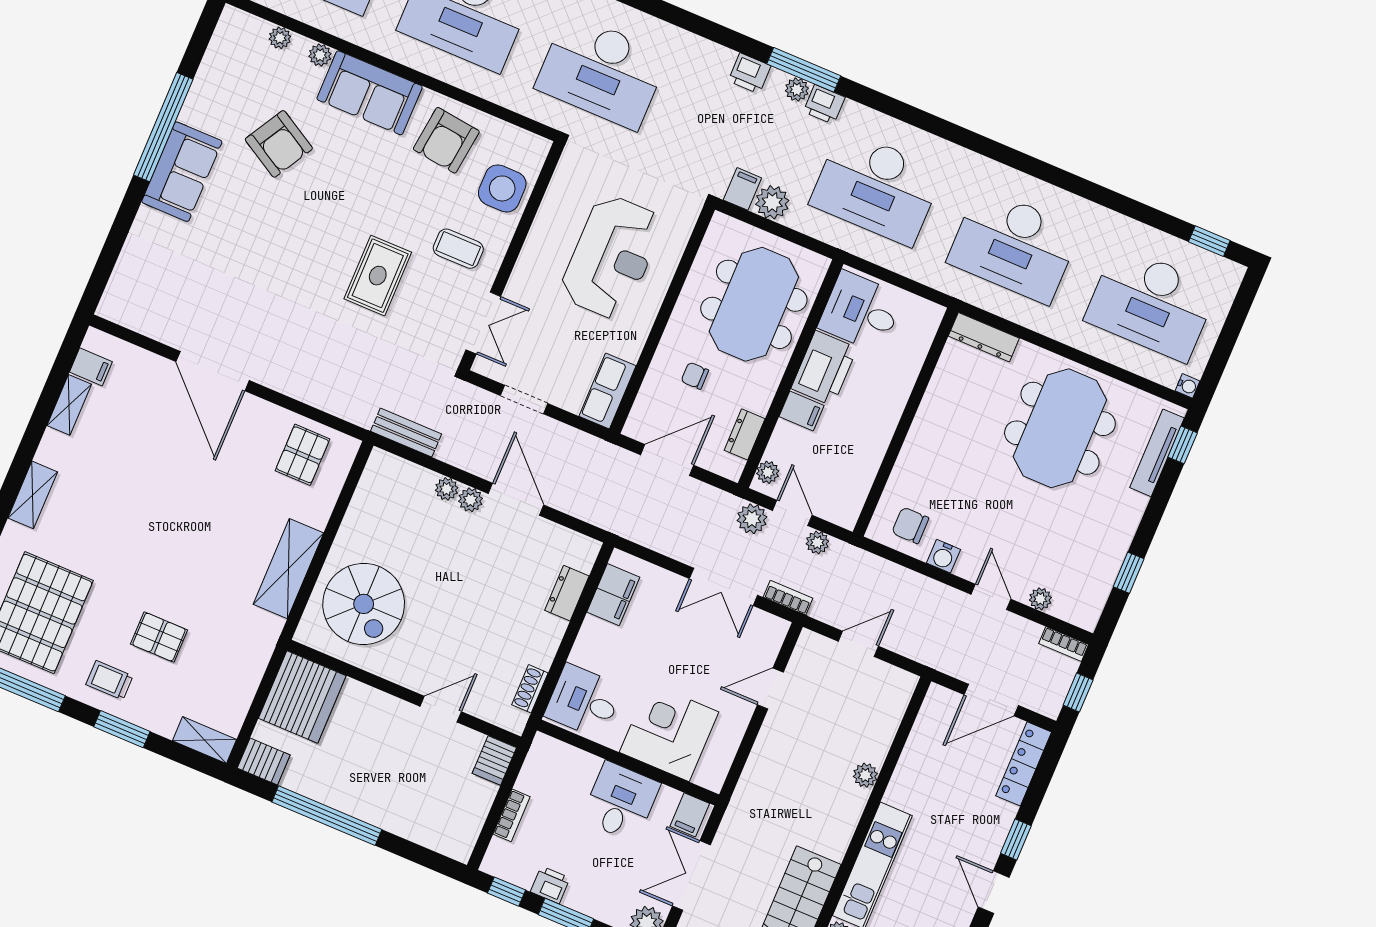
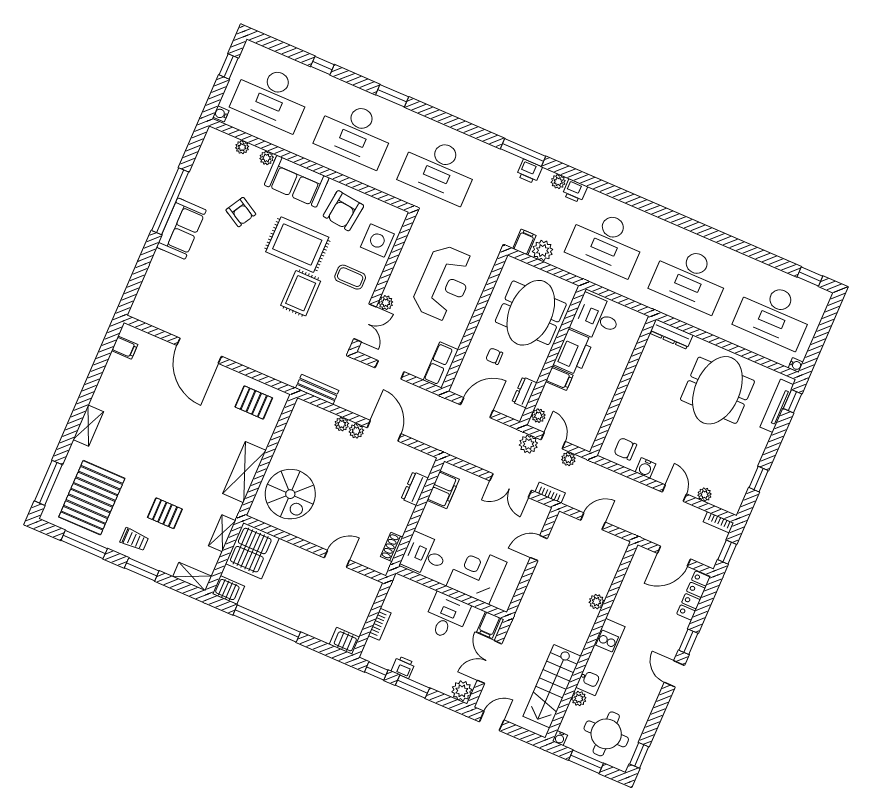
window: (804, 70) -> (523, 152), moved
armchair: (279, 144) -> (241, 212), width x0.72, depth x0.72
rug: (371, 196) -> (297, 245), added
plant: (517, 290) -> (386, 303), added
shelving: (69, 405) -> (222, 533), moved
pallet: (303, 455) -> (254, 402), turned 90
trolley: (109, 680) -> (134, 539), turned 180
server rack: (494, 761) -> (344, 641), moved, turned 90

